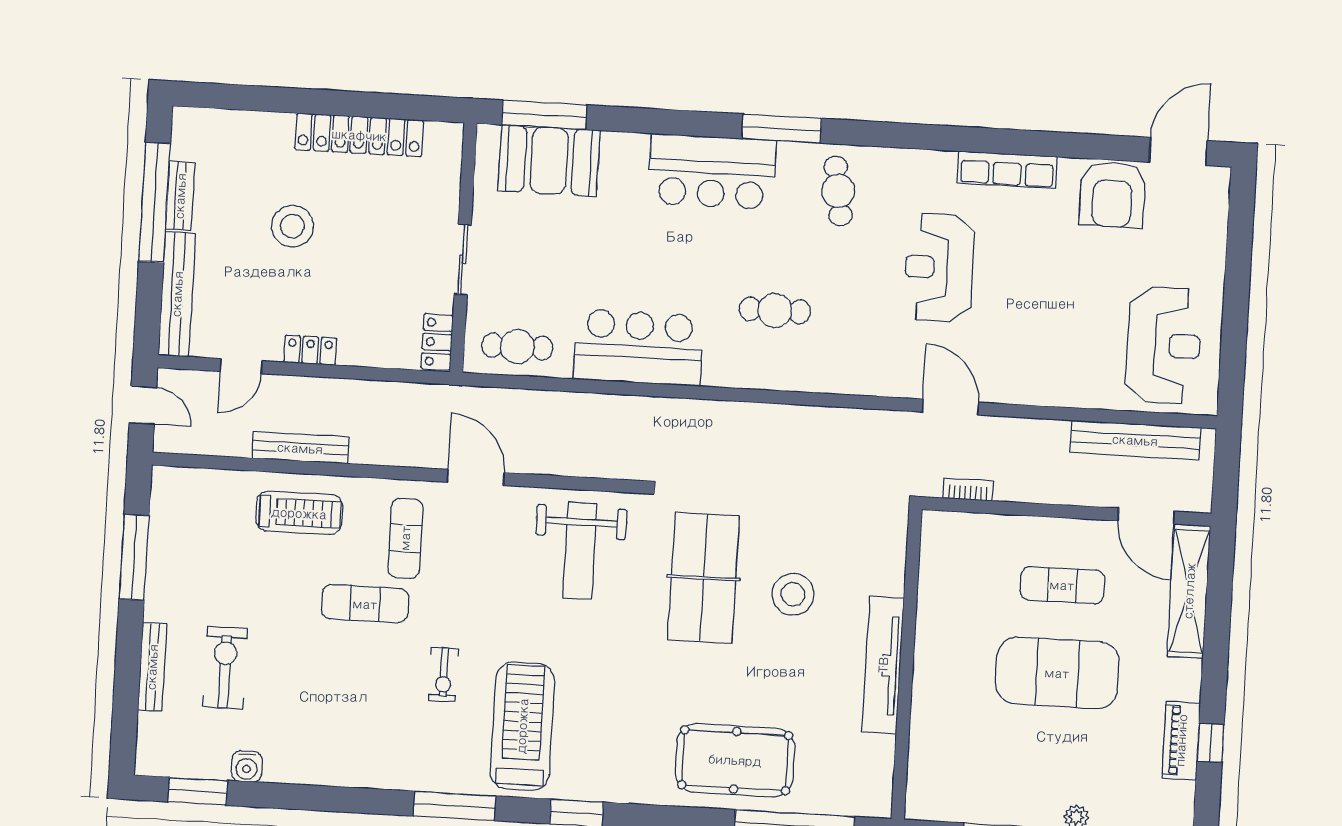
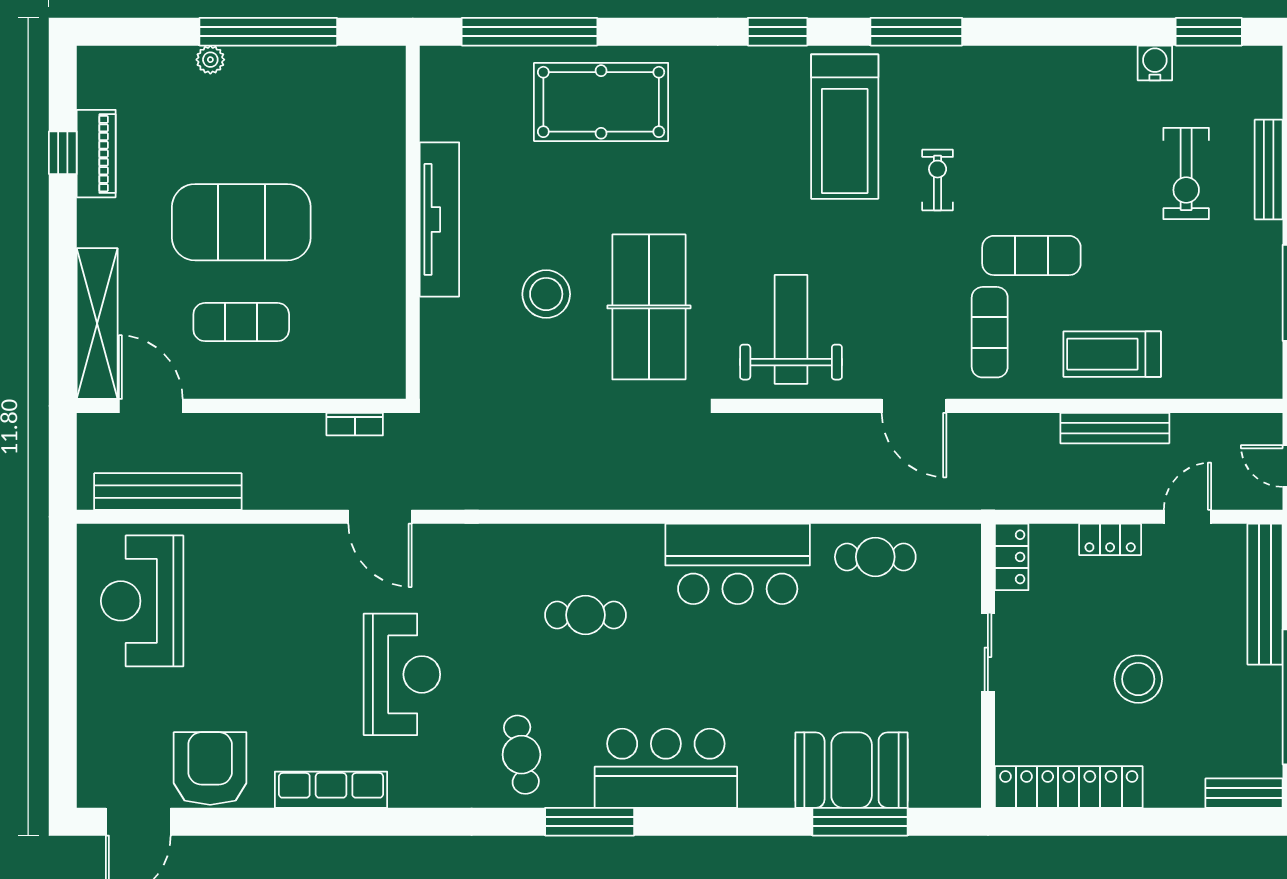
bench: (180, 196) -> (1244, 793), moved, turned 90
wall: (463, 248) -> (988, 666), moved
sliding door: (463, 259) -> (988, 652), moved
locker: (437, 342) -> (1012, 557), moved

